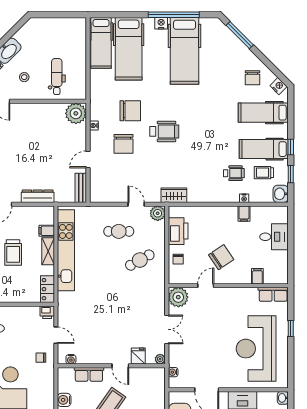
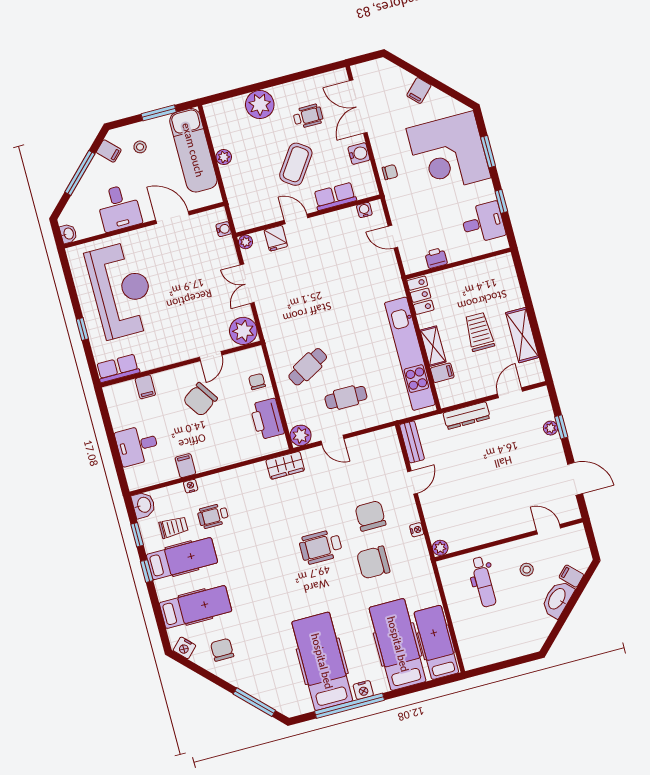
plant: (76, 113) -> (440, 548), width x0.53, depth x0.53
printer: (47, 312) -> (436, 258), moved
chair: (41, 358) -> (390, 172), moved

